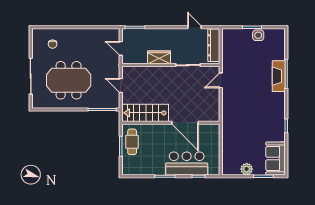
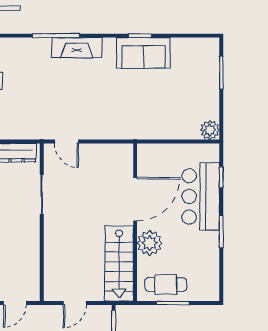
wardrobe: (159, 57) -> (29, 241), removed
fireplace: (279, 76) -> (77, 48), moved
plant: (158, 132) -> (150, 243), added
sofa: (276, 158) -> (143, 53), moved
plant: (247, 169) -> (210, 130), moved

